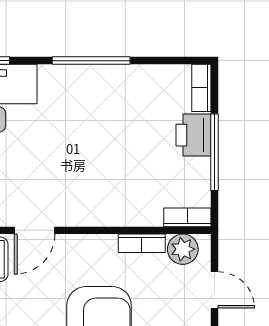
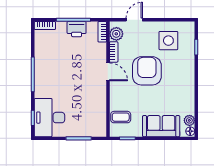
printer: (193, 135) -> (77, 29), moved
door: (35, 230) -> (108, 72), moved

